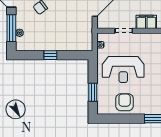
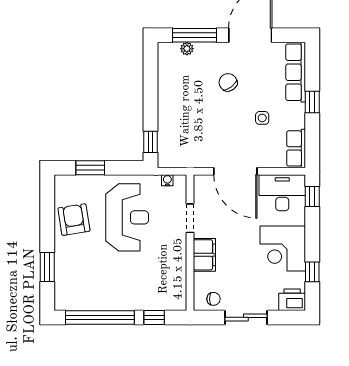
window: (50, 55) -> (150, 142), moved
reception desk: (123, 70) -> (127, 217), turned 180
armchair: (125, 102) -> (74, 220), turned -99

